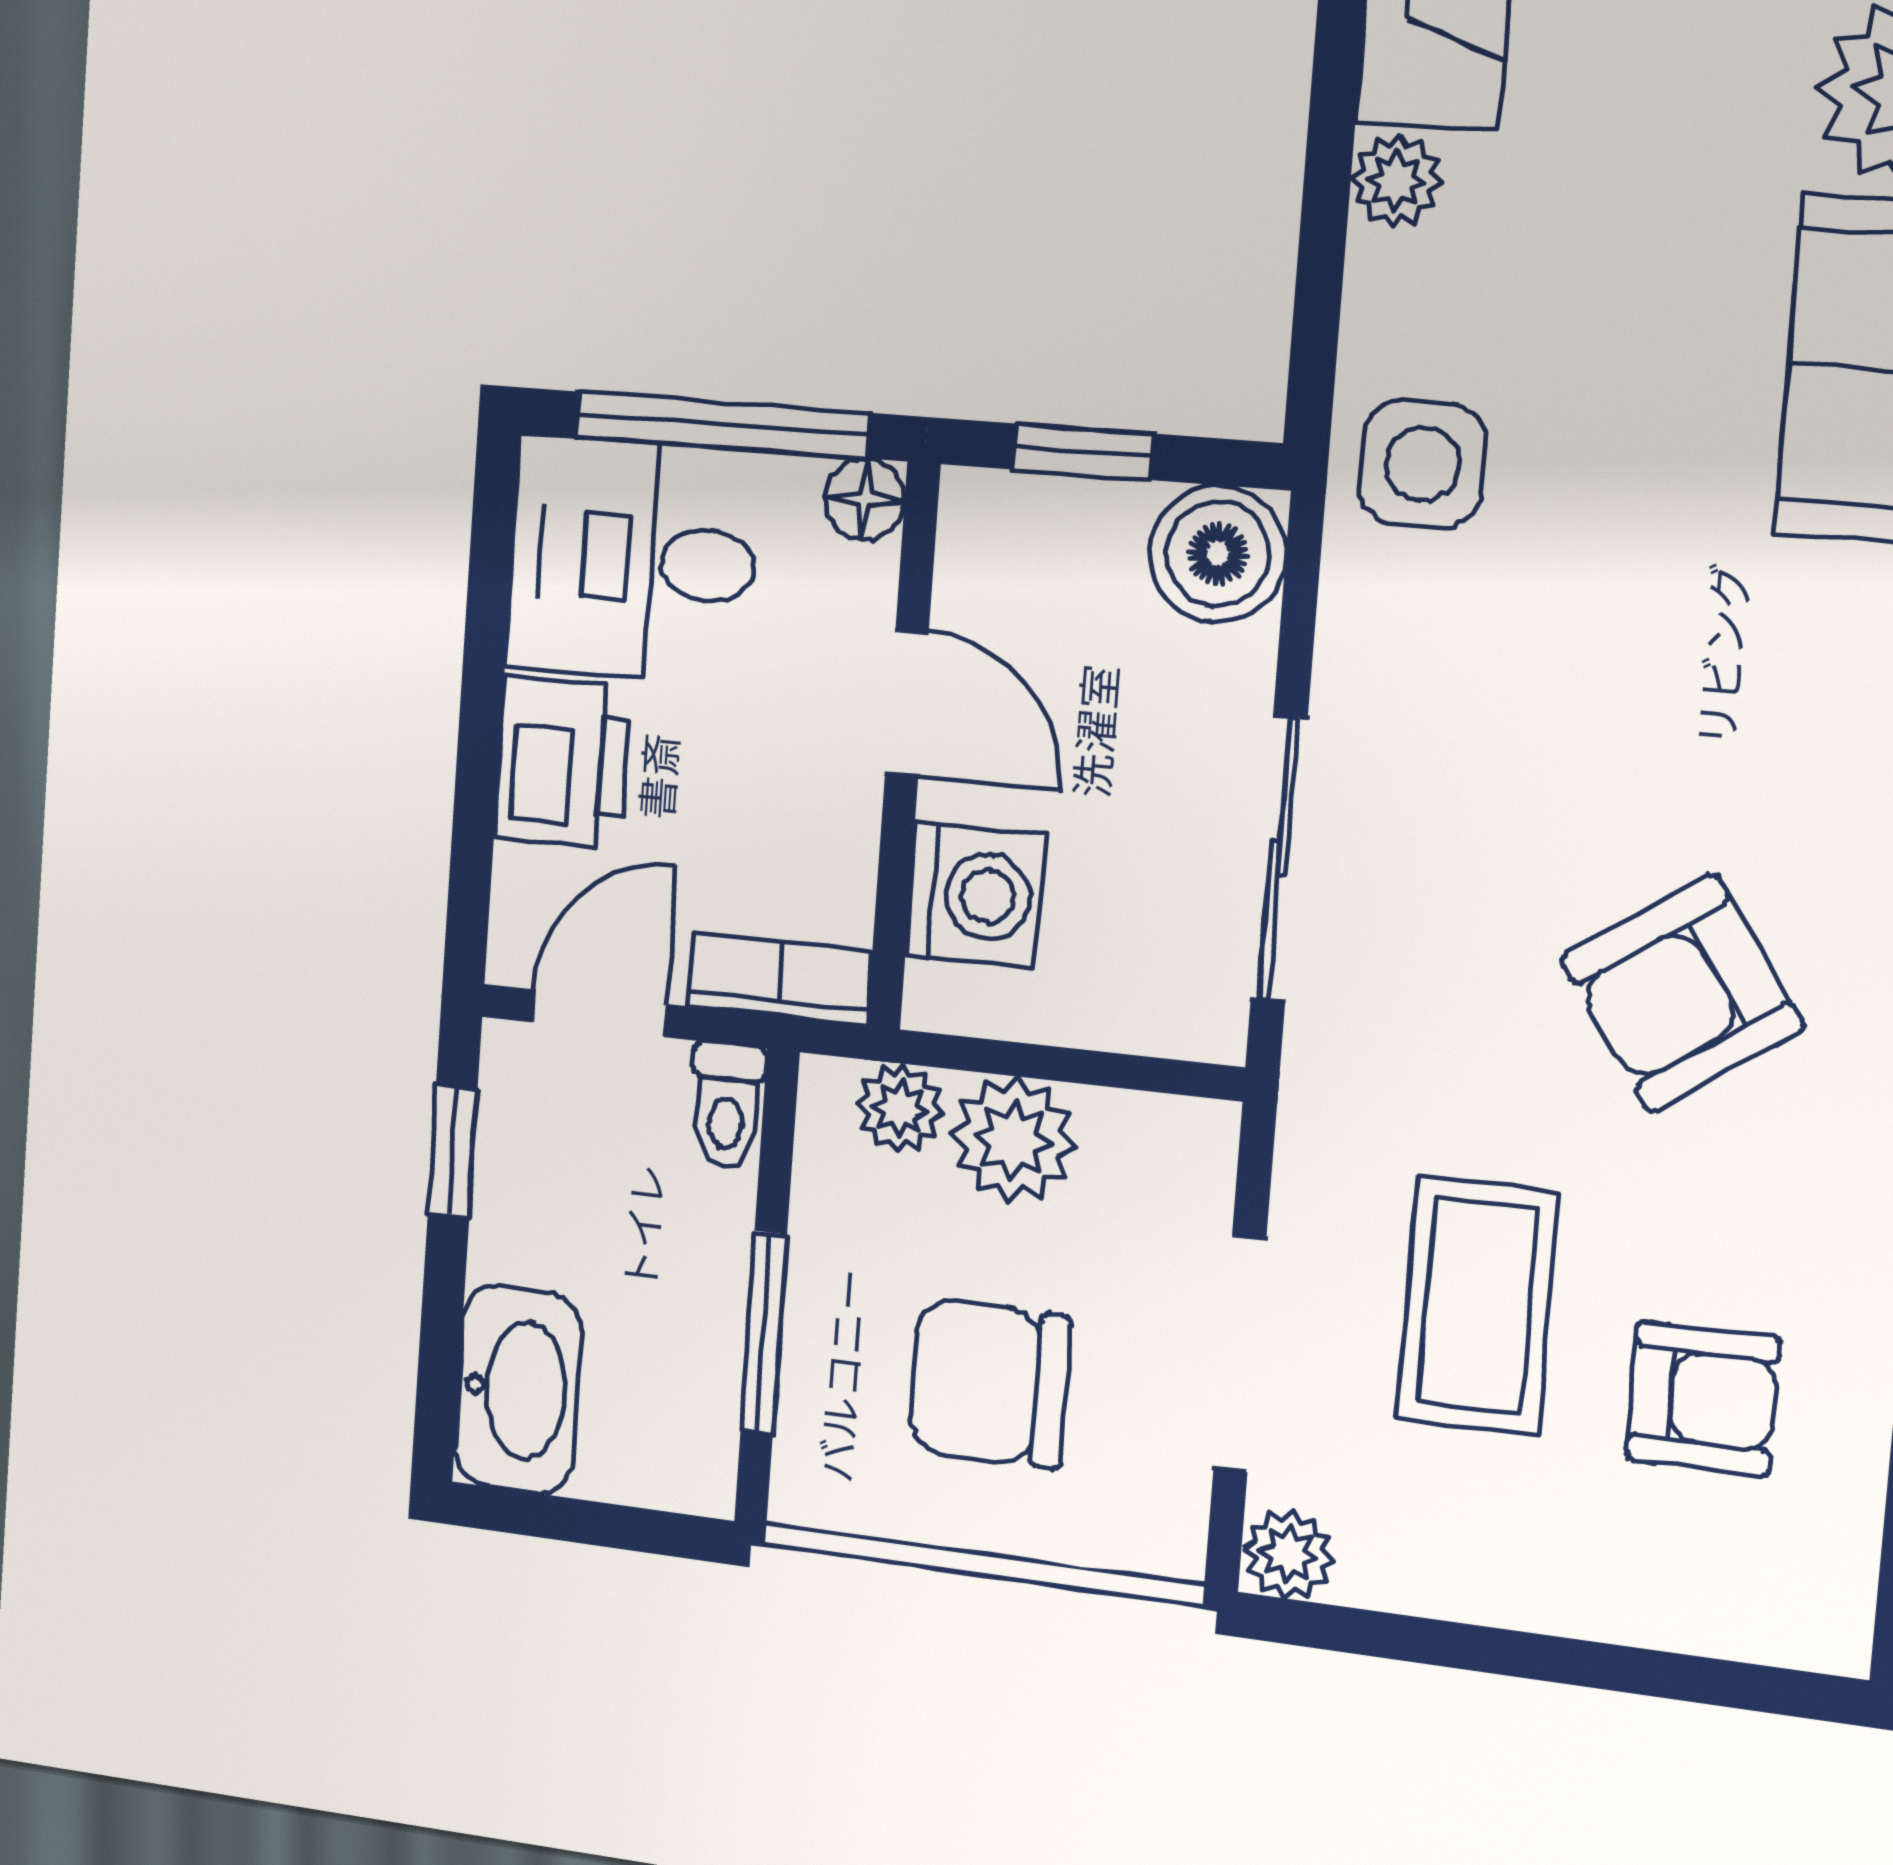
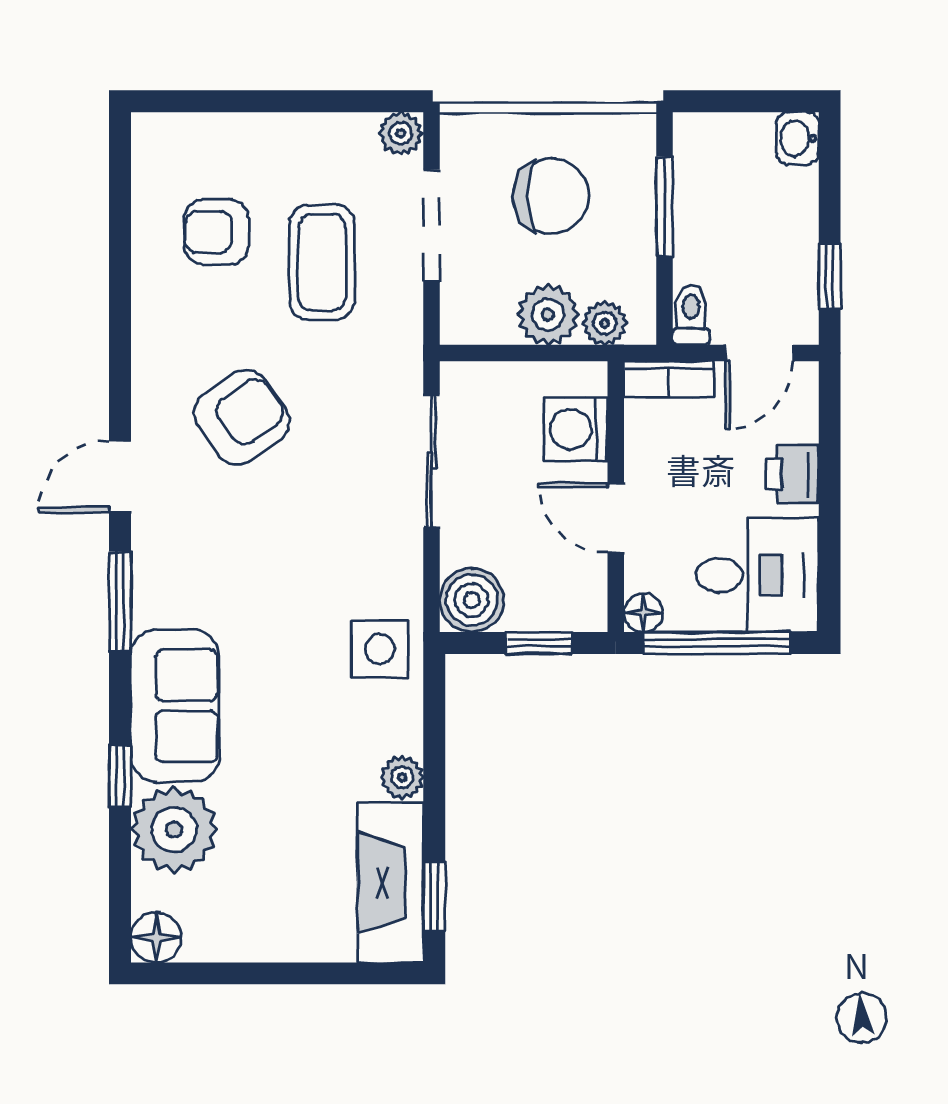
printer: (563, 762) -> (792, 474), width x0.73, depth x0.81
washbasin: (517, 1390) -> (798, 138), width x0.52, depth x0.69

